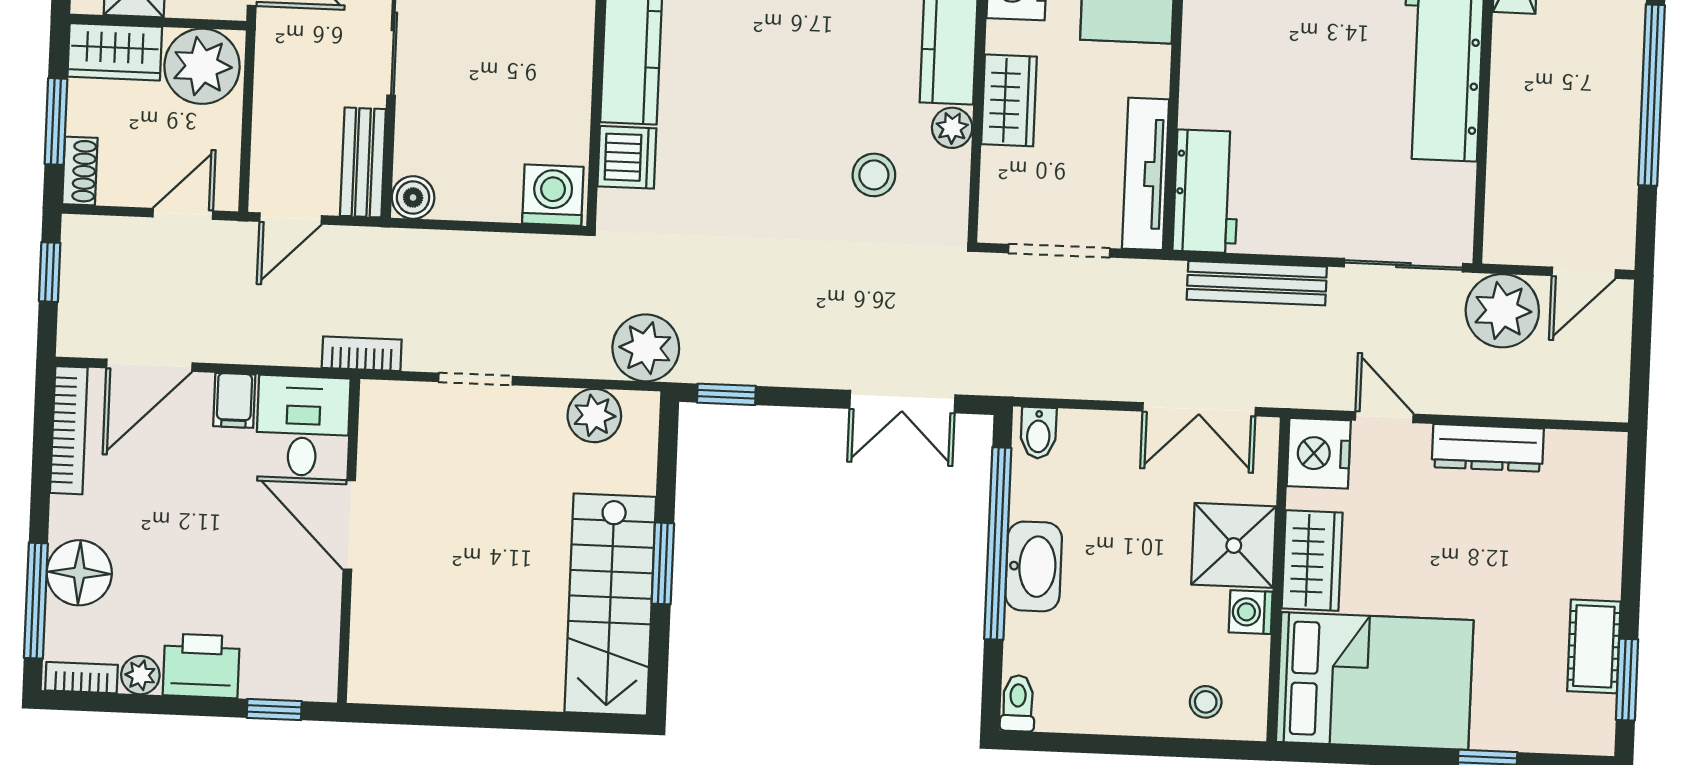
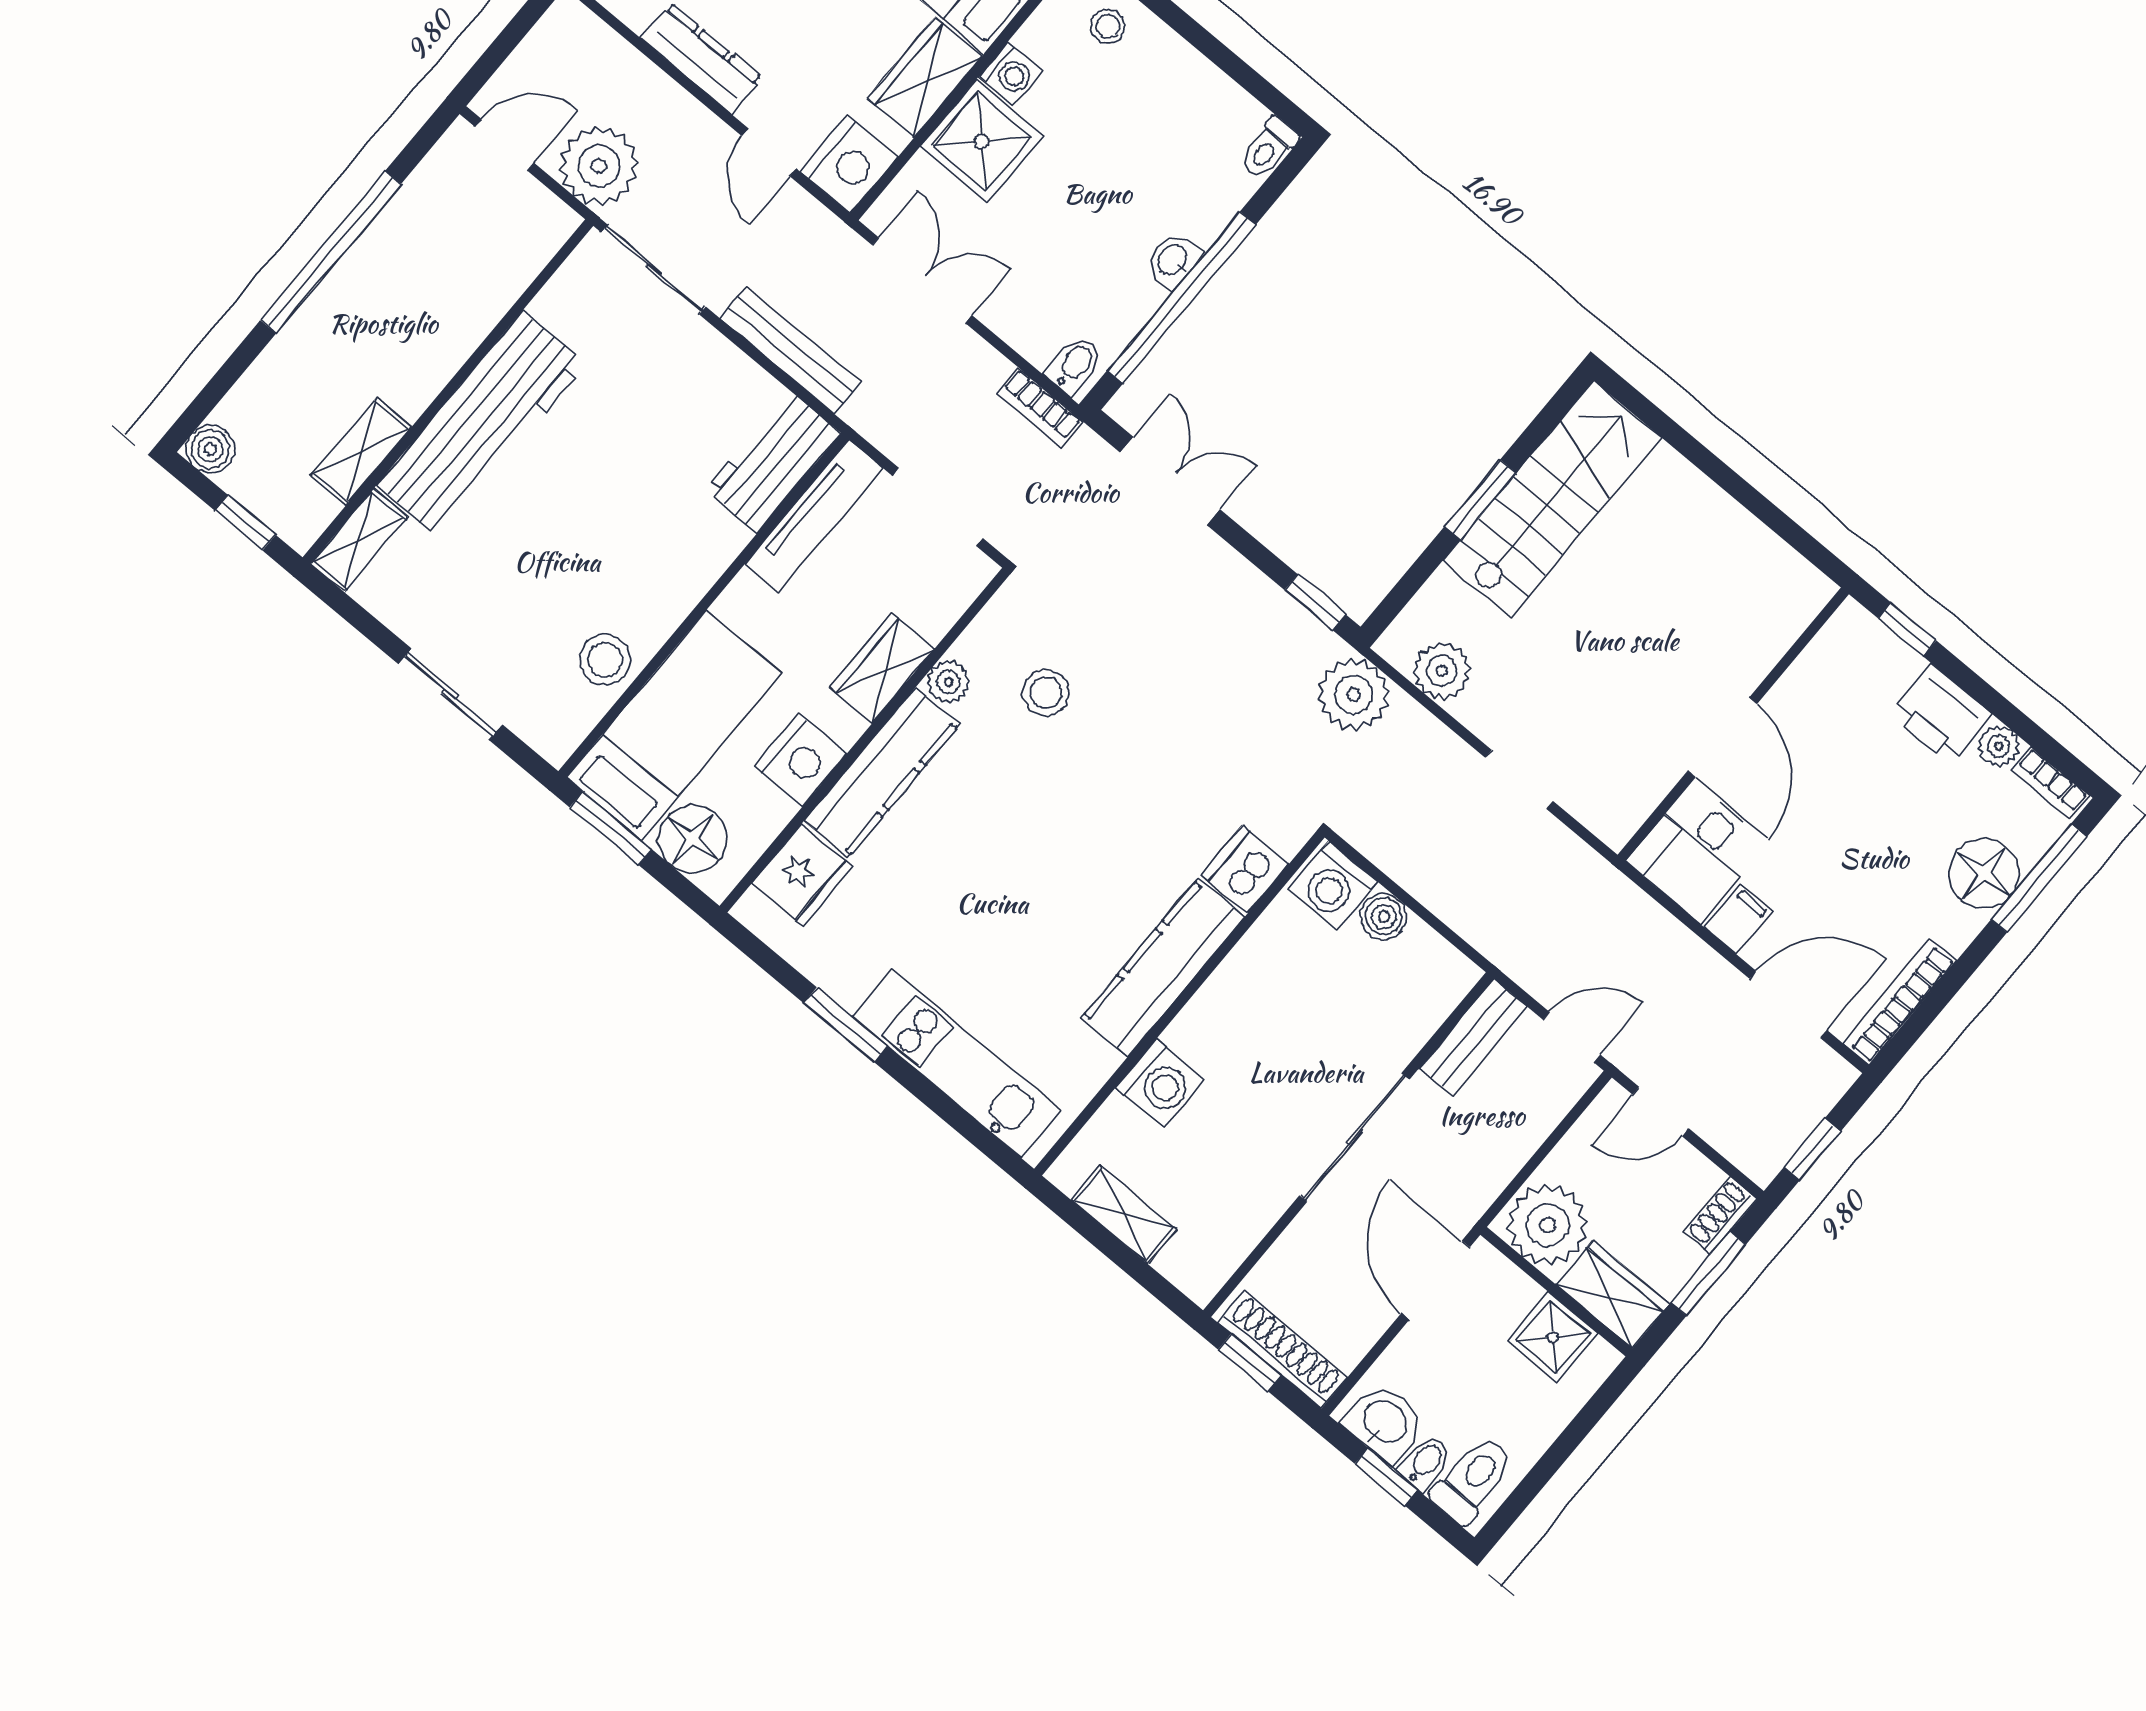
boiler: (413, 197) -> (1384, 917), moved
bookcase: (362, 354) -> (1040, 407), moved
washbasin: (1034, 566) -> (1173, 260), width x0.52, depth x0.69

